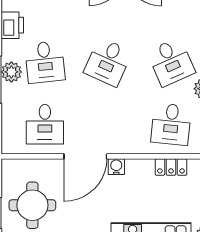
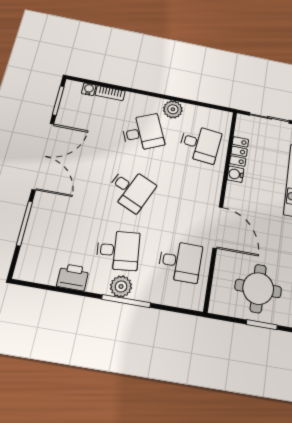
water cooler: (116, 167) -> (235, 174), moved

